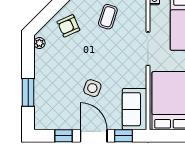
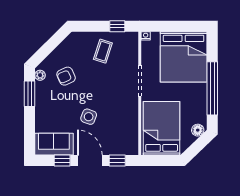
armchair: (68, 26) -> (66, 76), moved
window: (28, 92) -> (30, 94), moved
sofa: (134, 109) -> (54, 144), moved, turned 90

